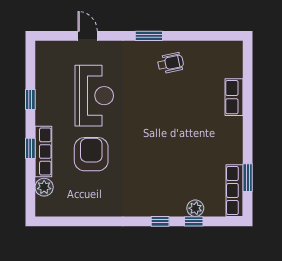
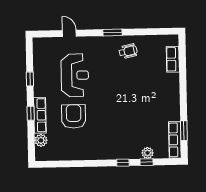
row of seats: (234, 97) -> (173, 59), moved

